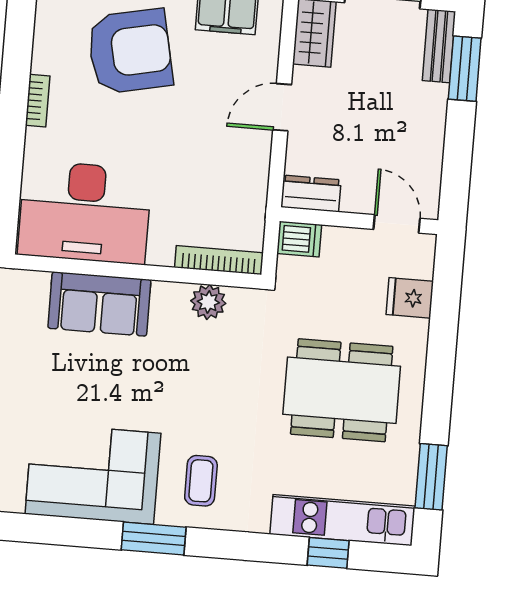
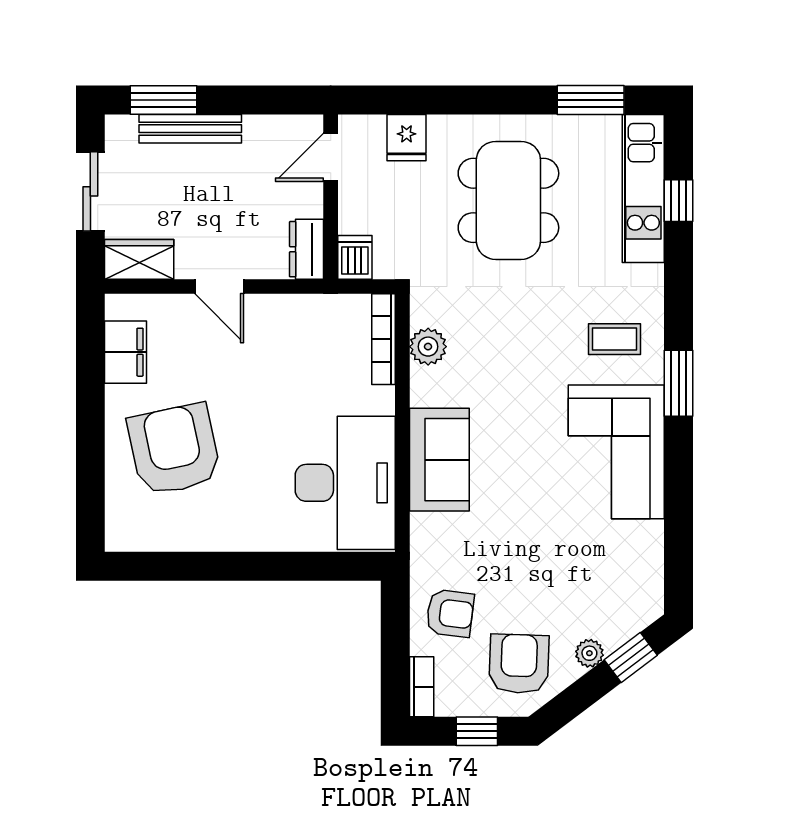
bench: (439, 46) -> (190, 129), moved, width x1.36
bookcase: (38, 101) -> (233, 541), removed

